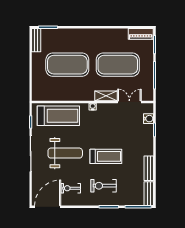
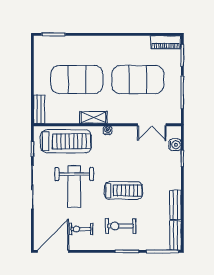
bench: (36, 40) -> (39, 109), moved
shelving: (106, 96) -> (93, 117), moved
double door: (129, 102) -> (152, 125), swing flipped
weight bench: (65, 153) -> (74, 186), turned 90

